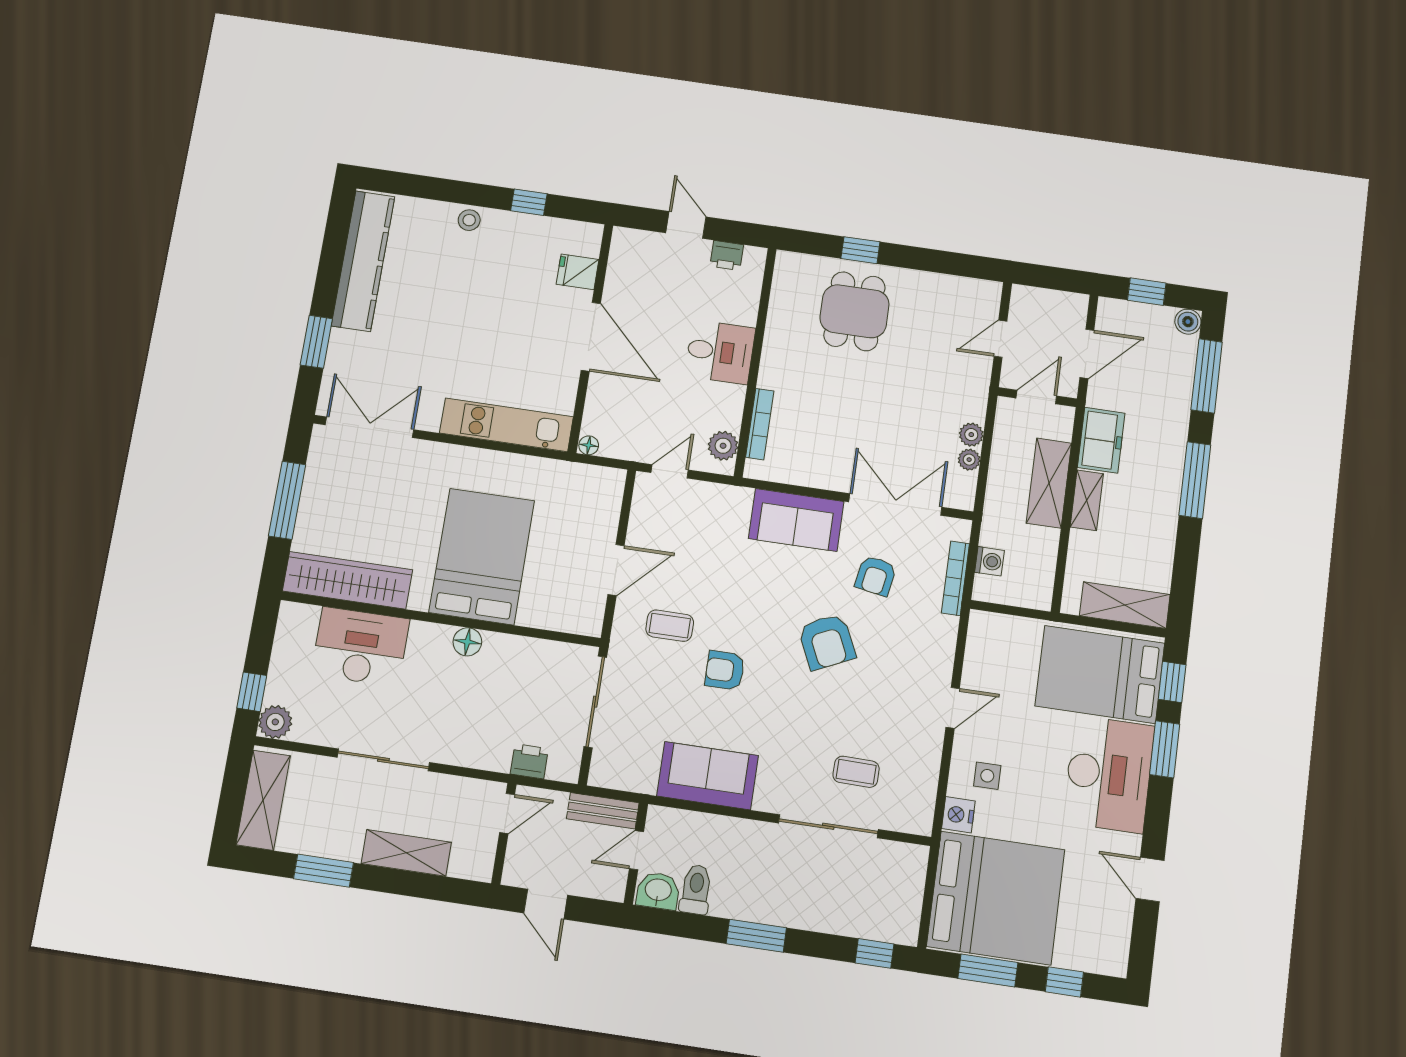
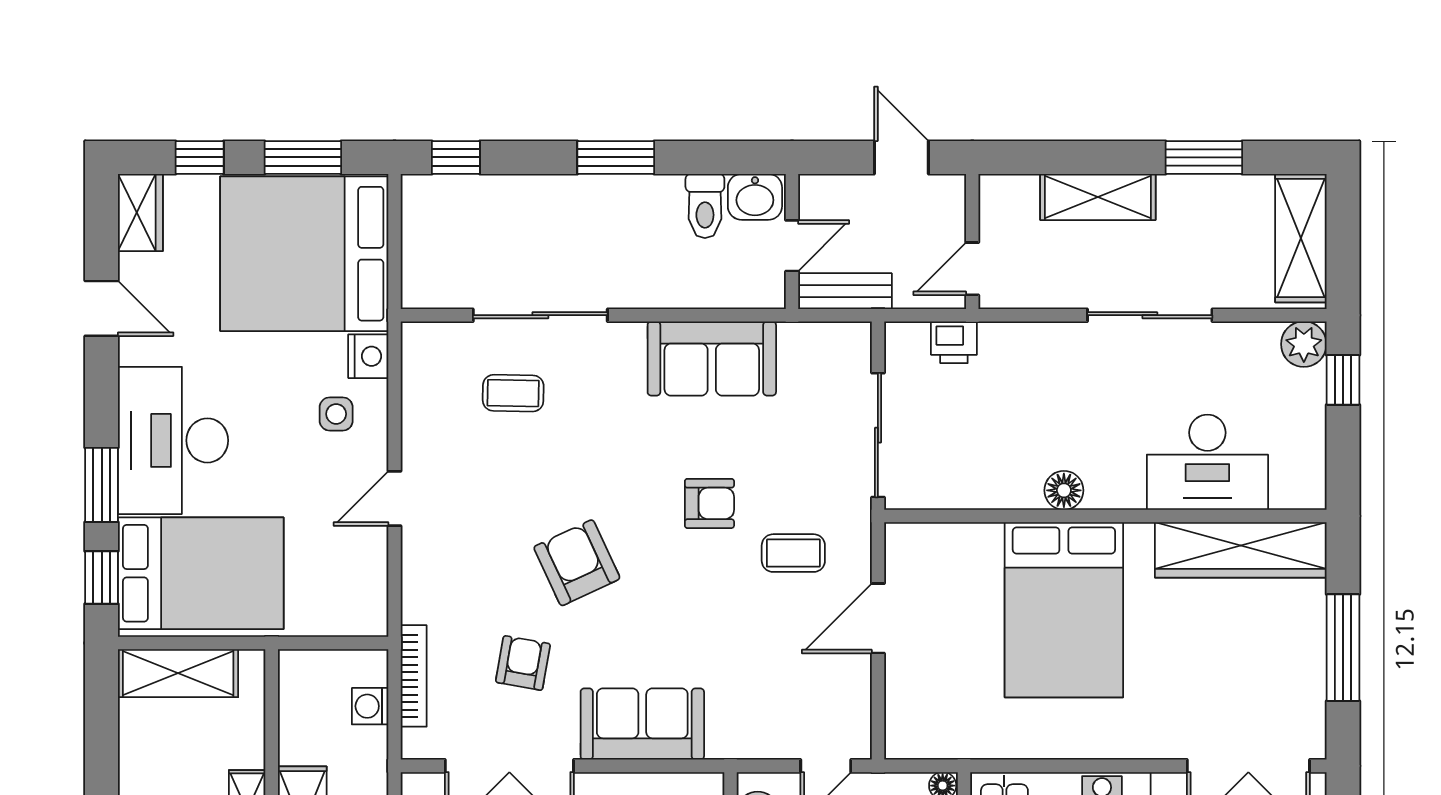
wardrobe: (1113, 947) -> (140, 213), added

